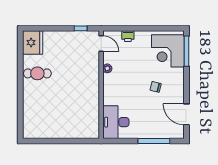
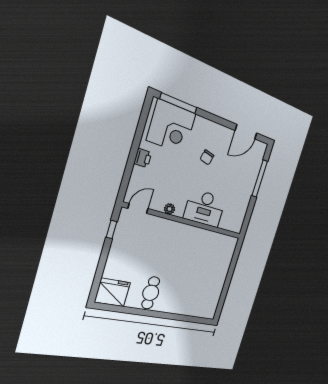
printer: (128, 36) -> (143, 158), moved
desk: (116, 122) -> (205, 208), moved

